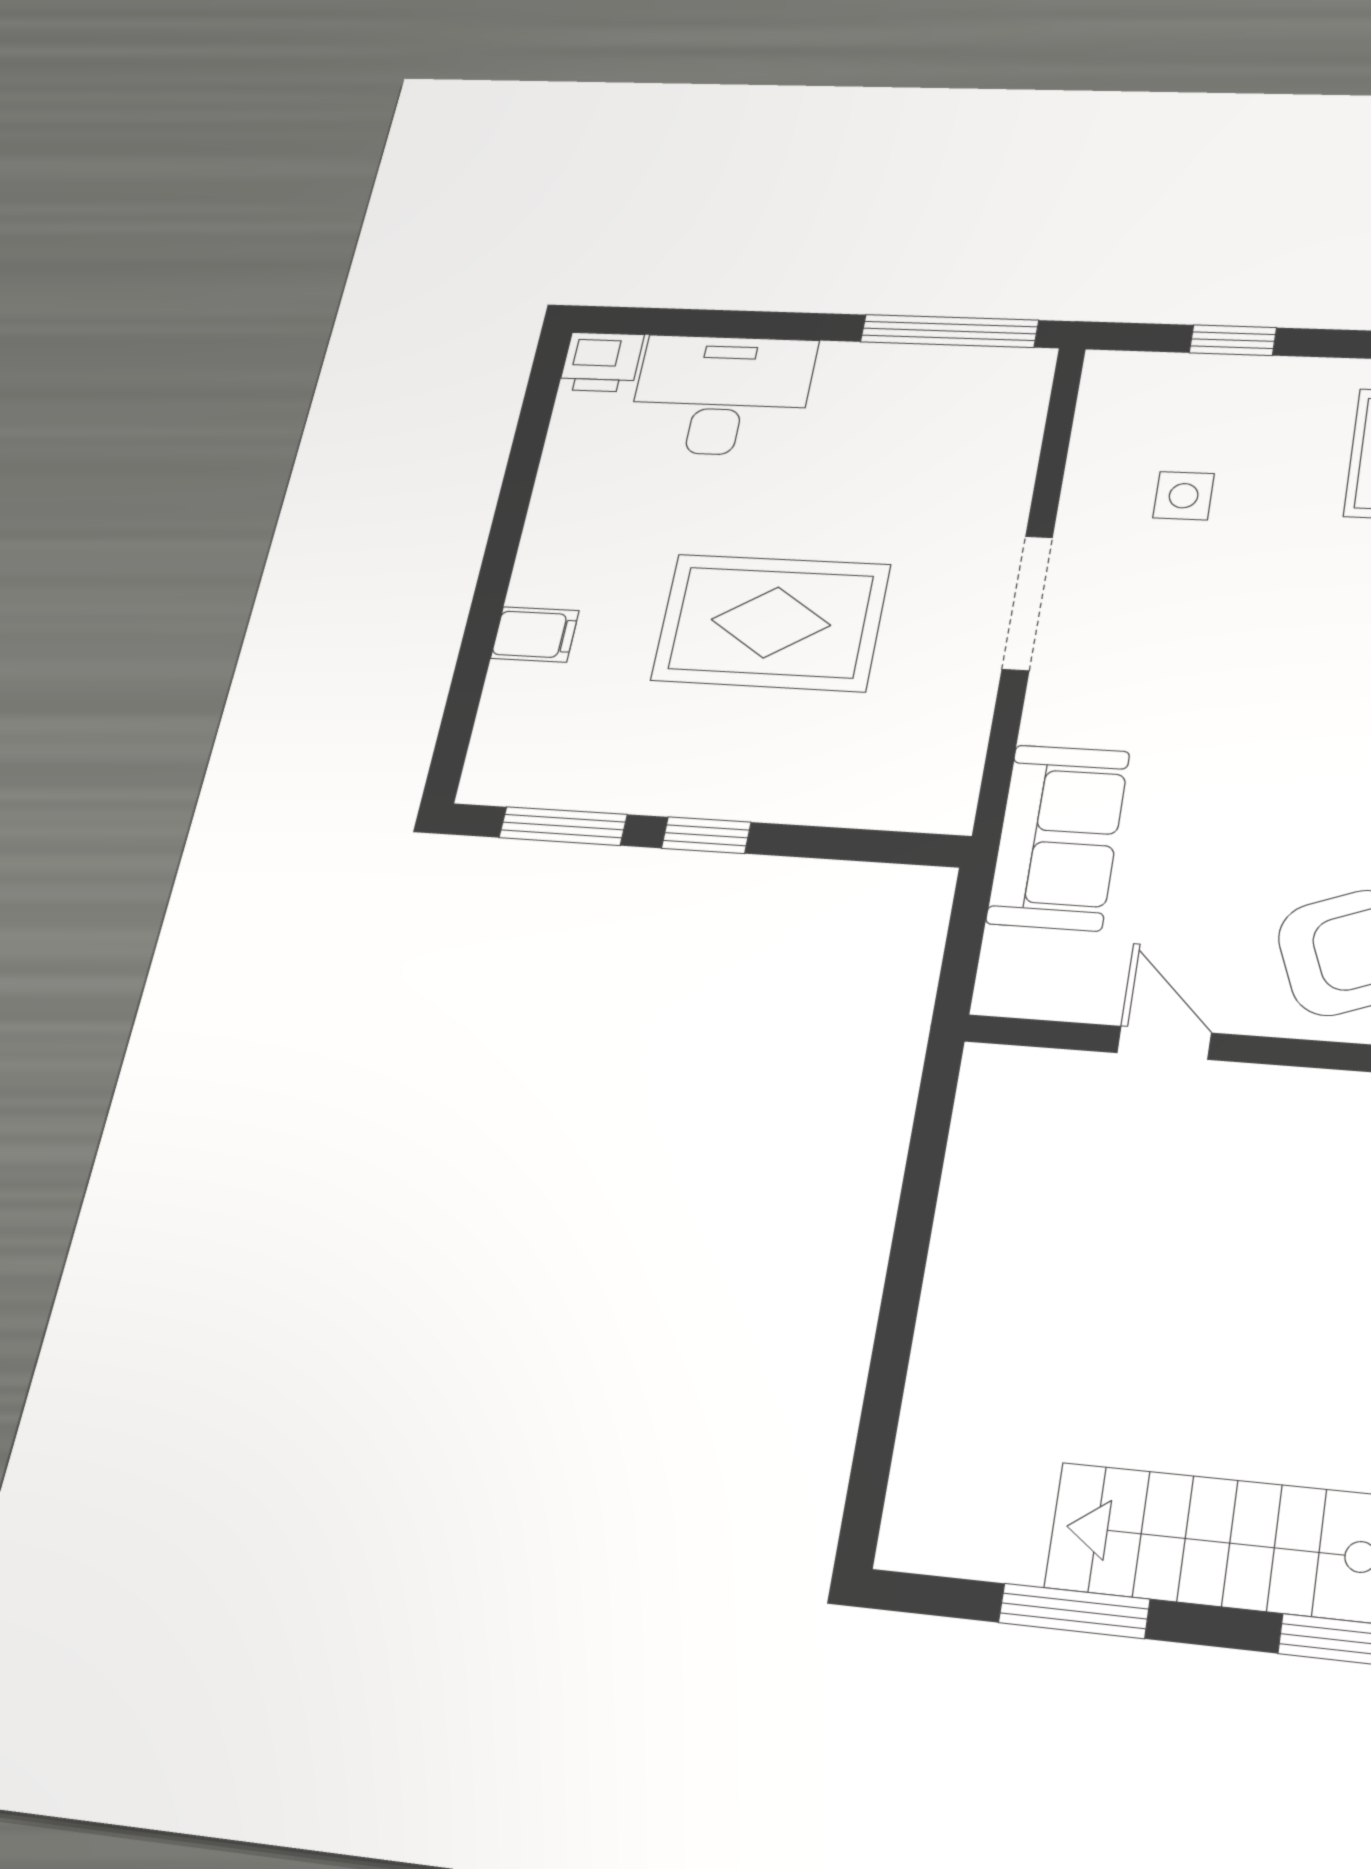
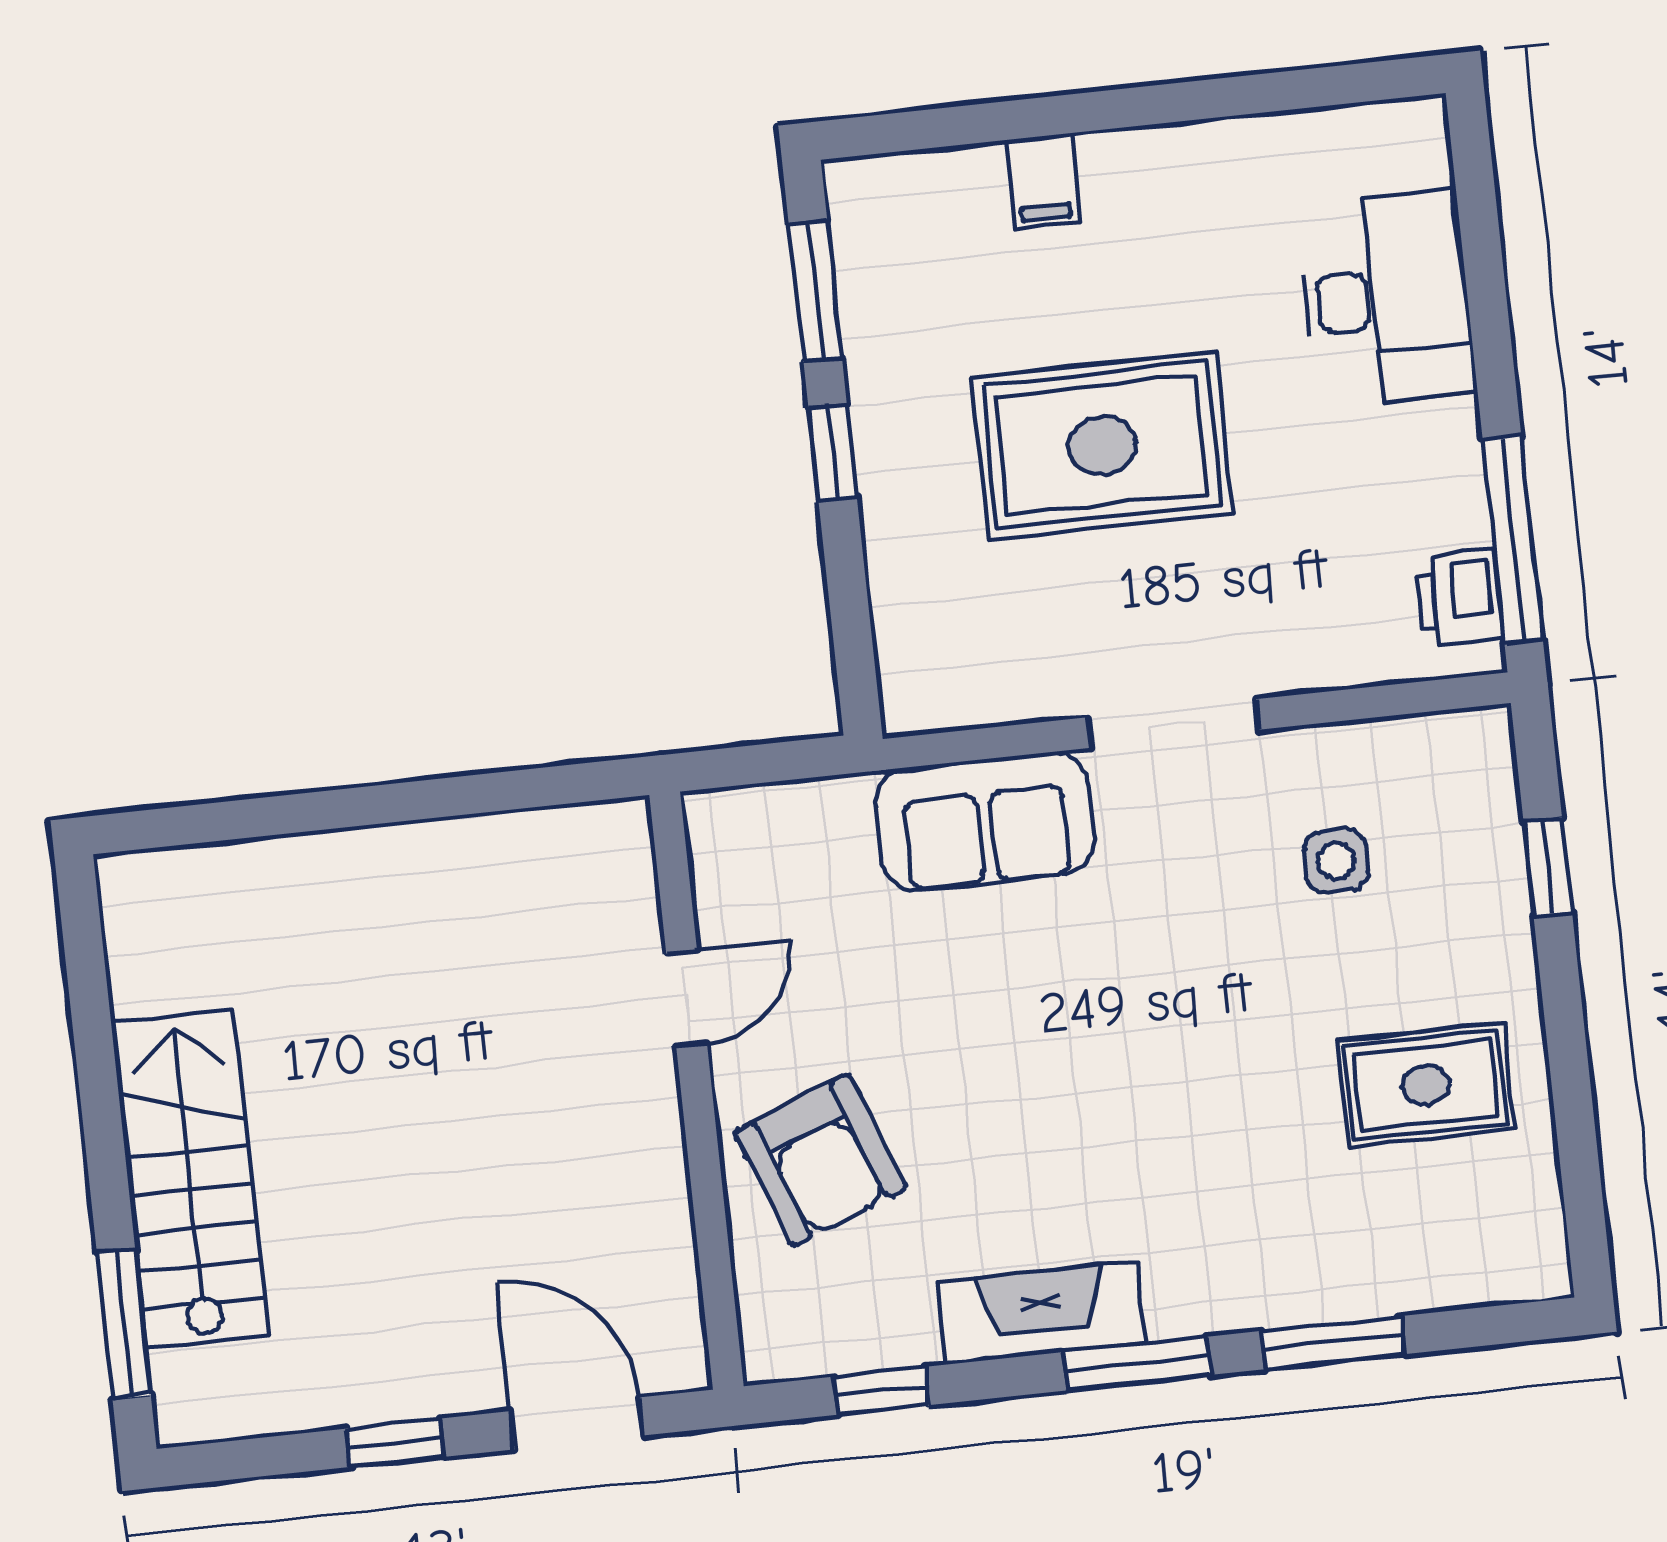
printer: (601, 362) -> (1459, 598), moved
rug: (771, 622) -> (1102, 445), turned 90
sofa: (1058, 837) -> (985, 821), moved
window: (1074, 1611) -> (95, 1056), removed

